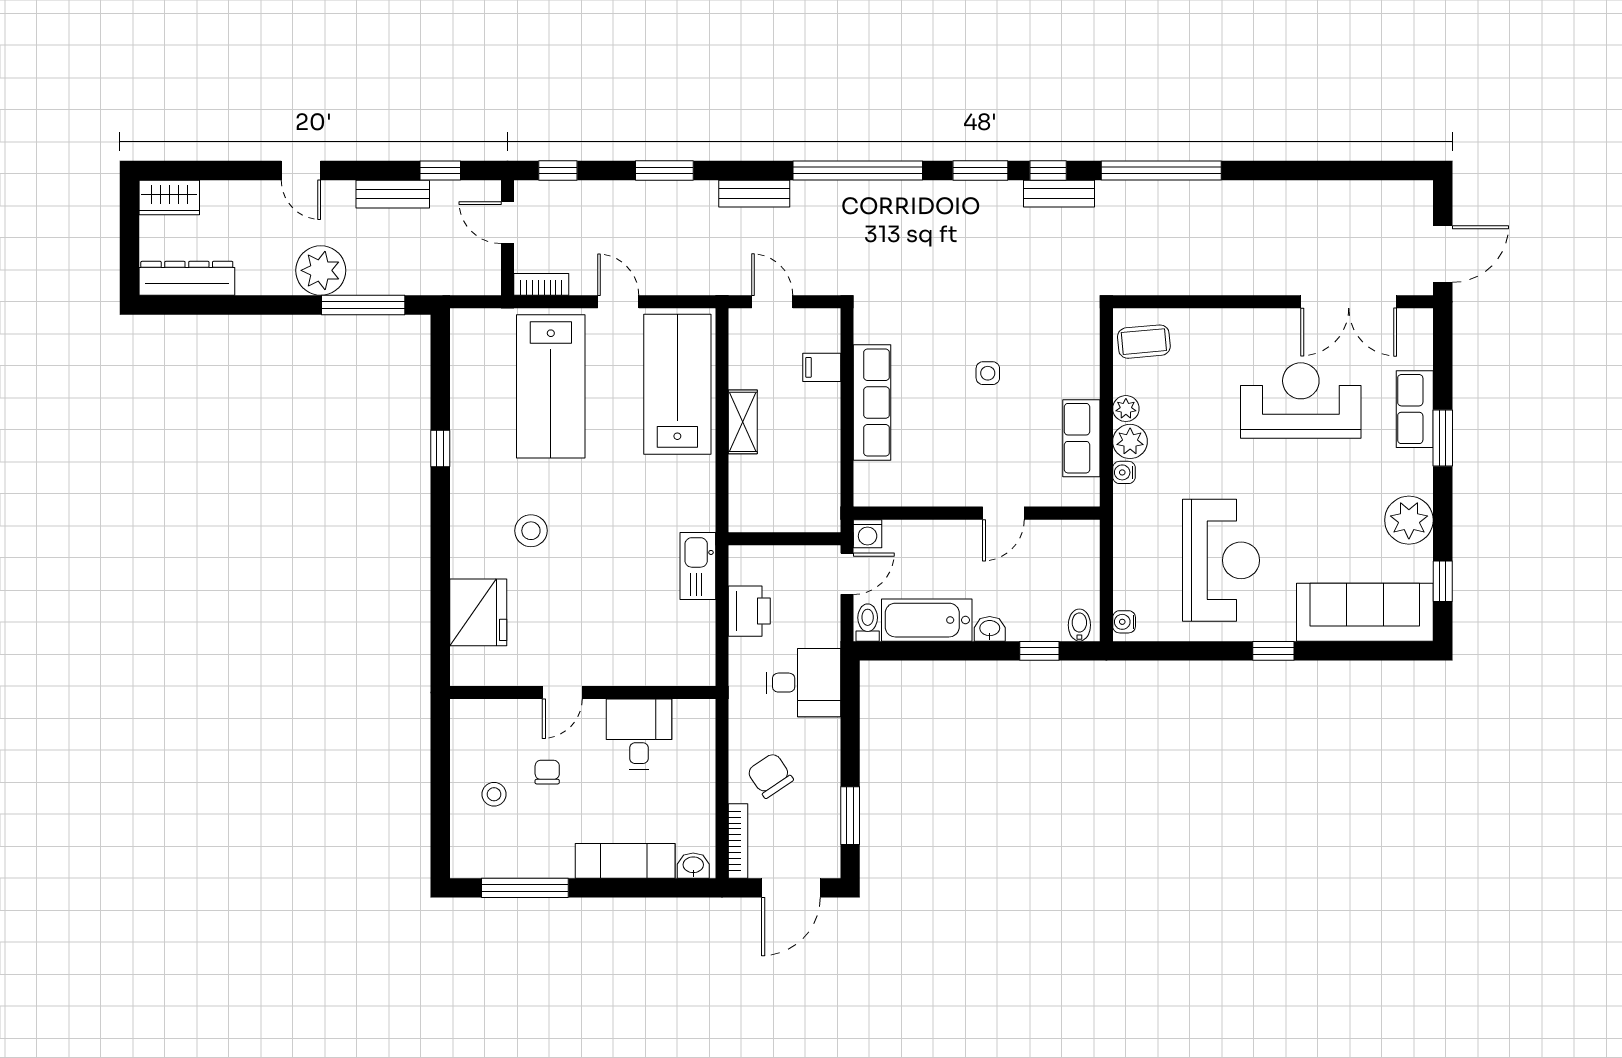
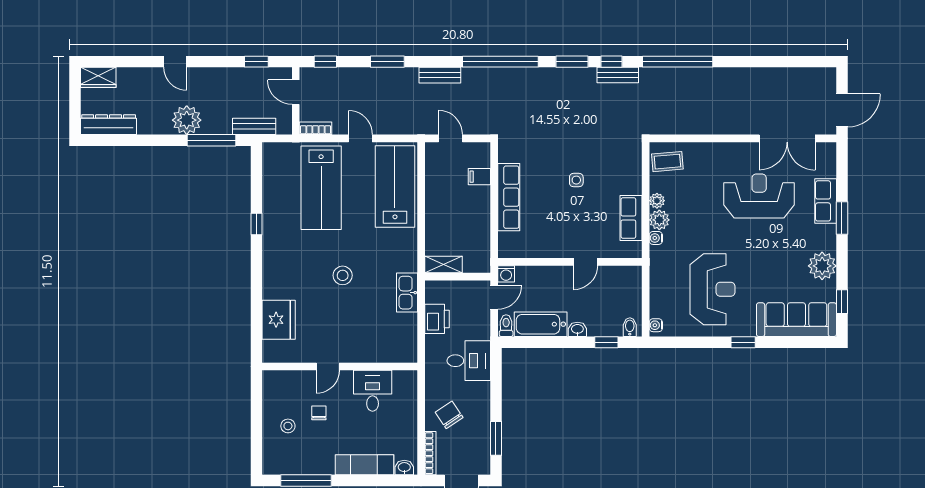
bench: (393, 194) -> (254, 126), moved
shelving: (743, 422) -> (444, 265), moved, turned 90
stool: (531, 531) -> (343, 275), moved

